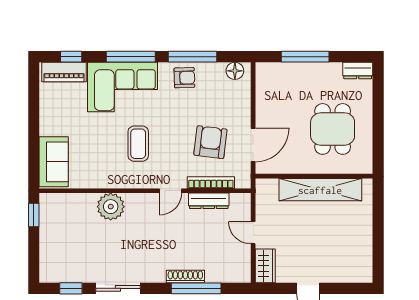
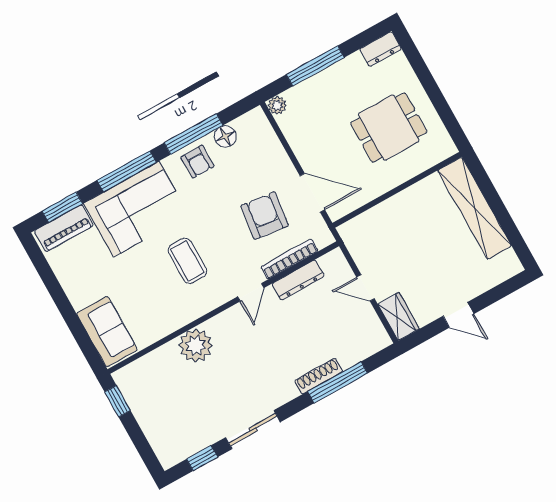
window: (71, 57) -> (62, 207), width x1.50
plant: (263, 70) -> (277, 105), added
floor lamp: (235, 71) -> (225, 136), moved
armchair: (184, 78) -> (197, 162), turned 92
dining table: (333, 129) -> (389, 127), turned 90
door: (253, 145) -> (312, 193), hinge flipped
shelving: (320, 190) -> (475, 208), moved, turned 90

